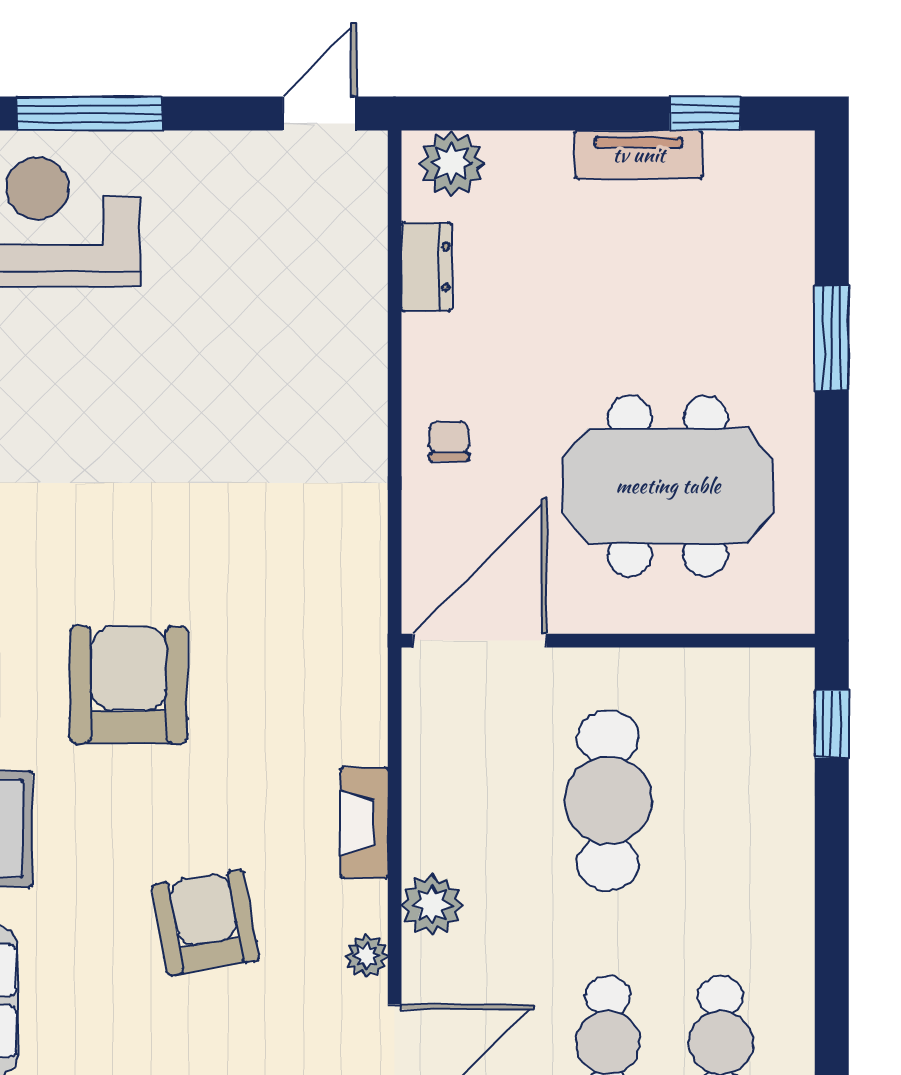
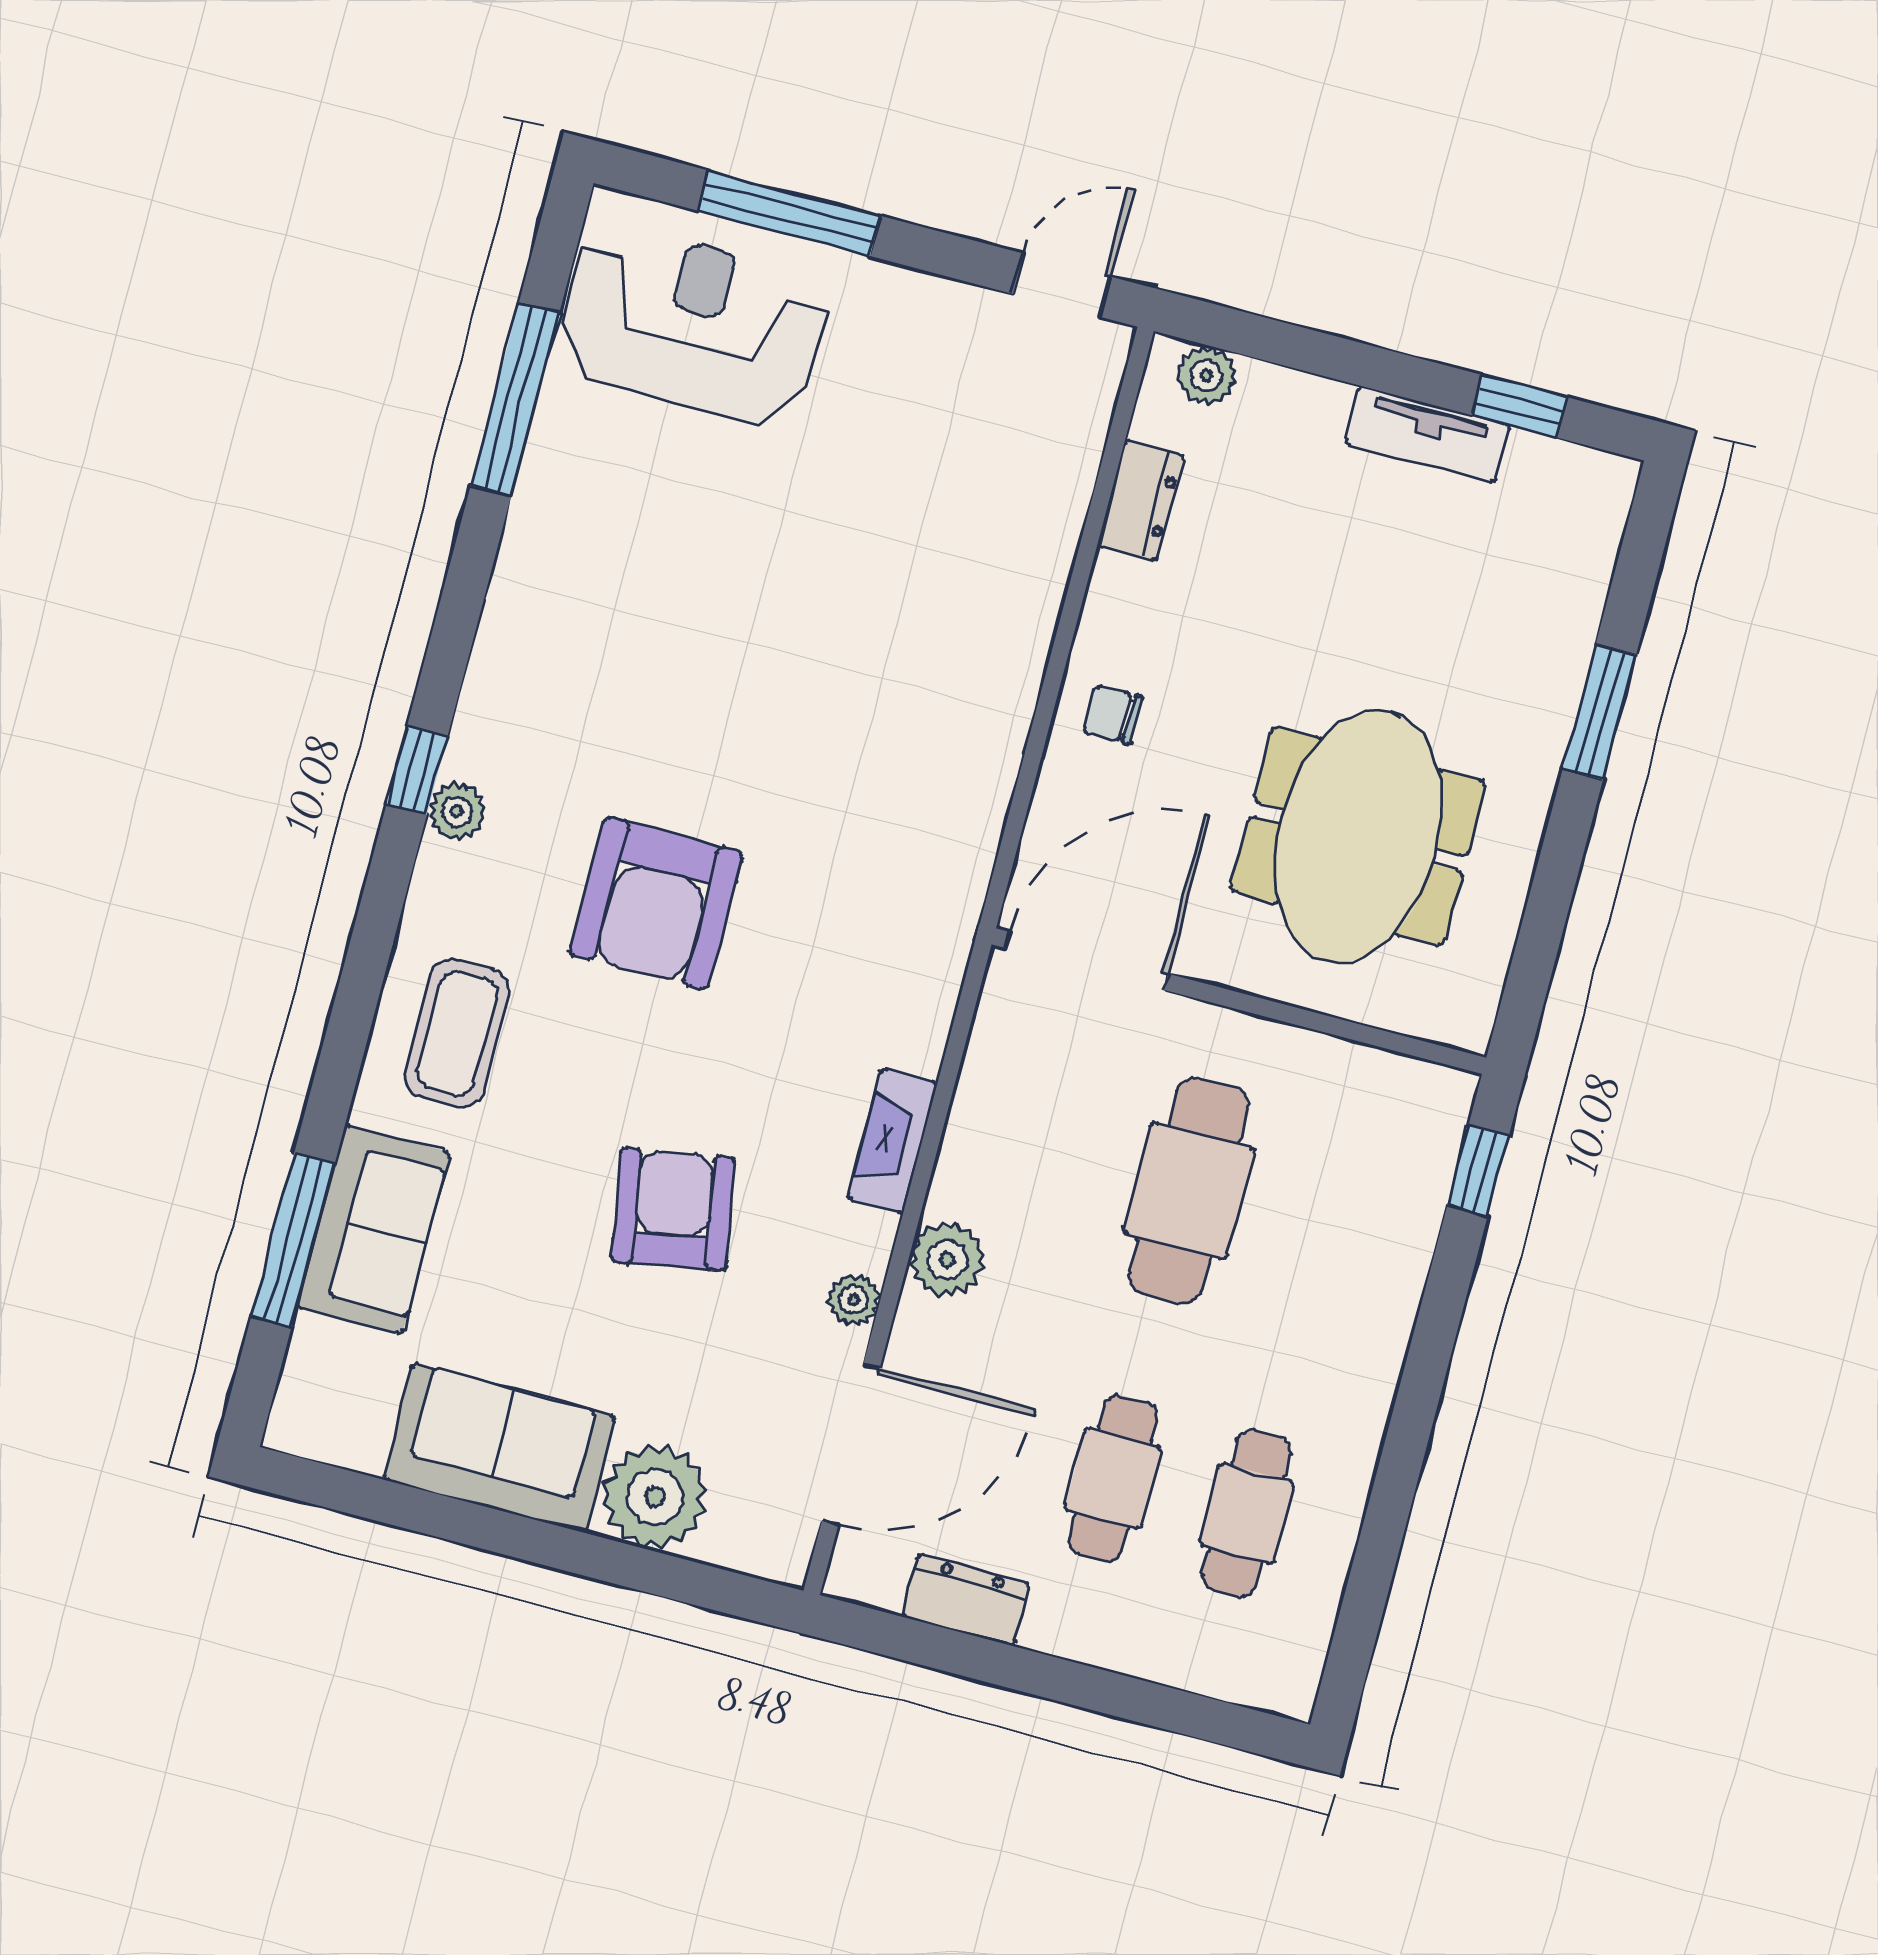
plant: (452, 163) -> (1206, 375), width x0.73, depth x0.73
chair: (449, 441) -> (1113, 715), turned -90
meeting table: (668, 486) -> (1358, 836), turned 90
armchair: (129, 685) -> (656, 903), turned 180

